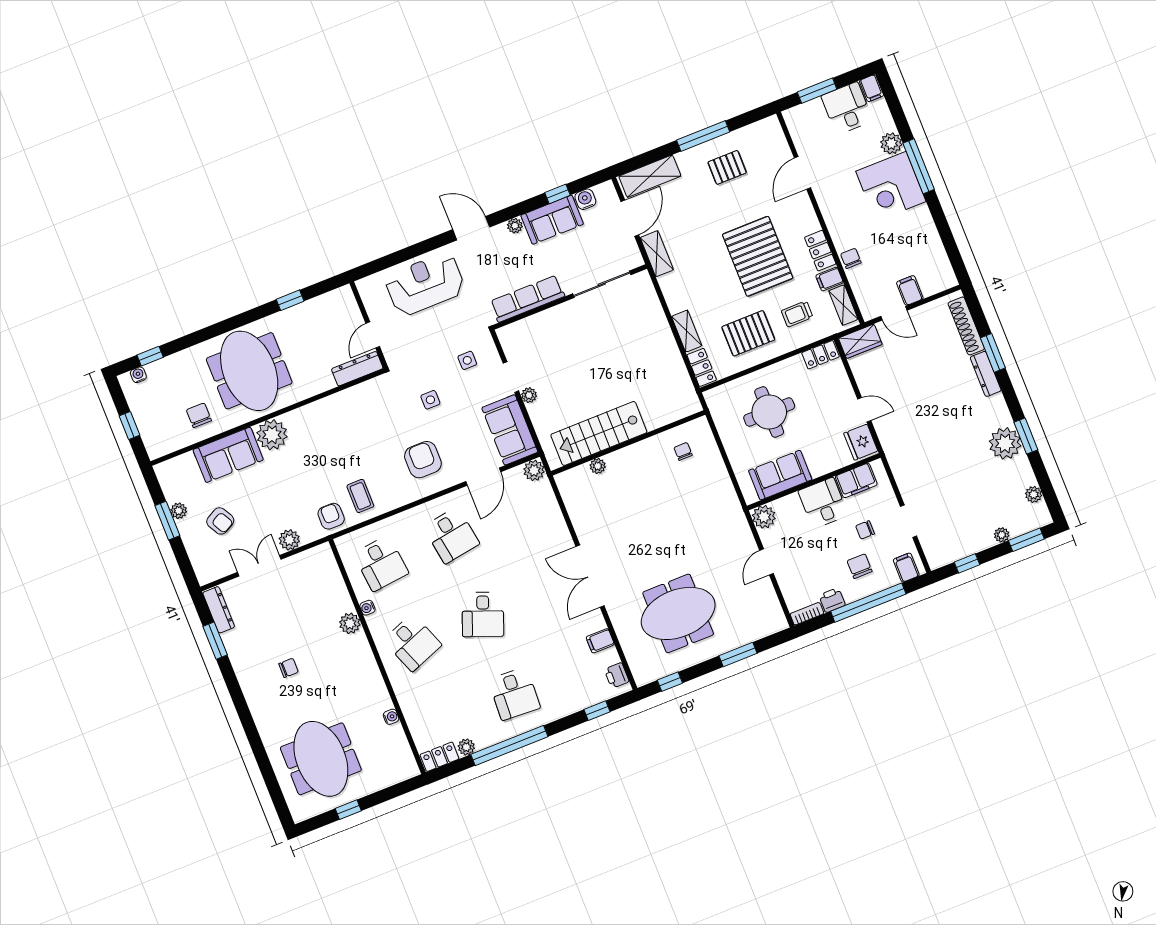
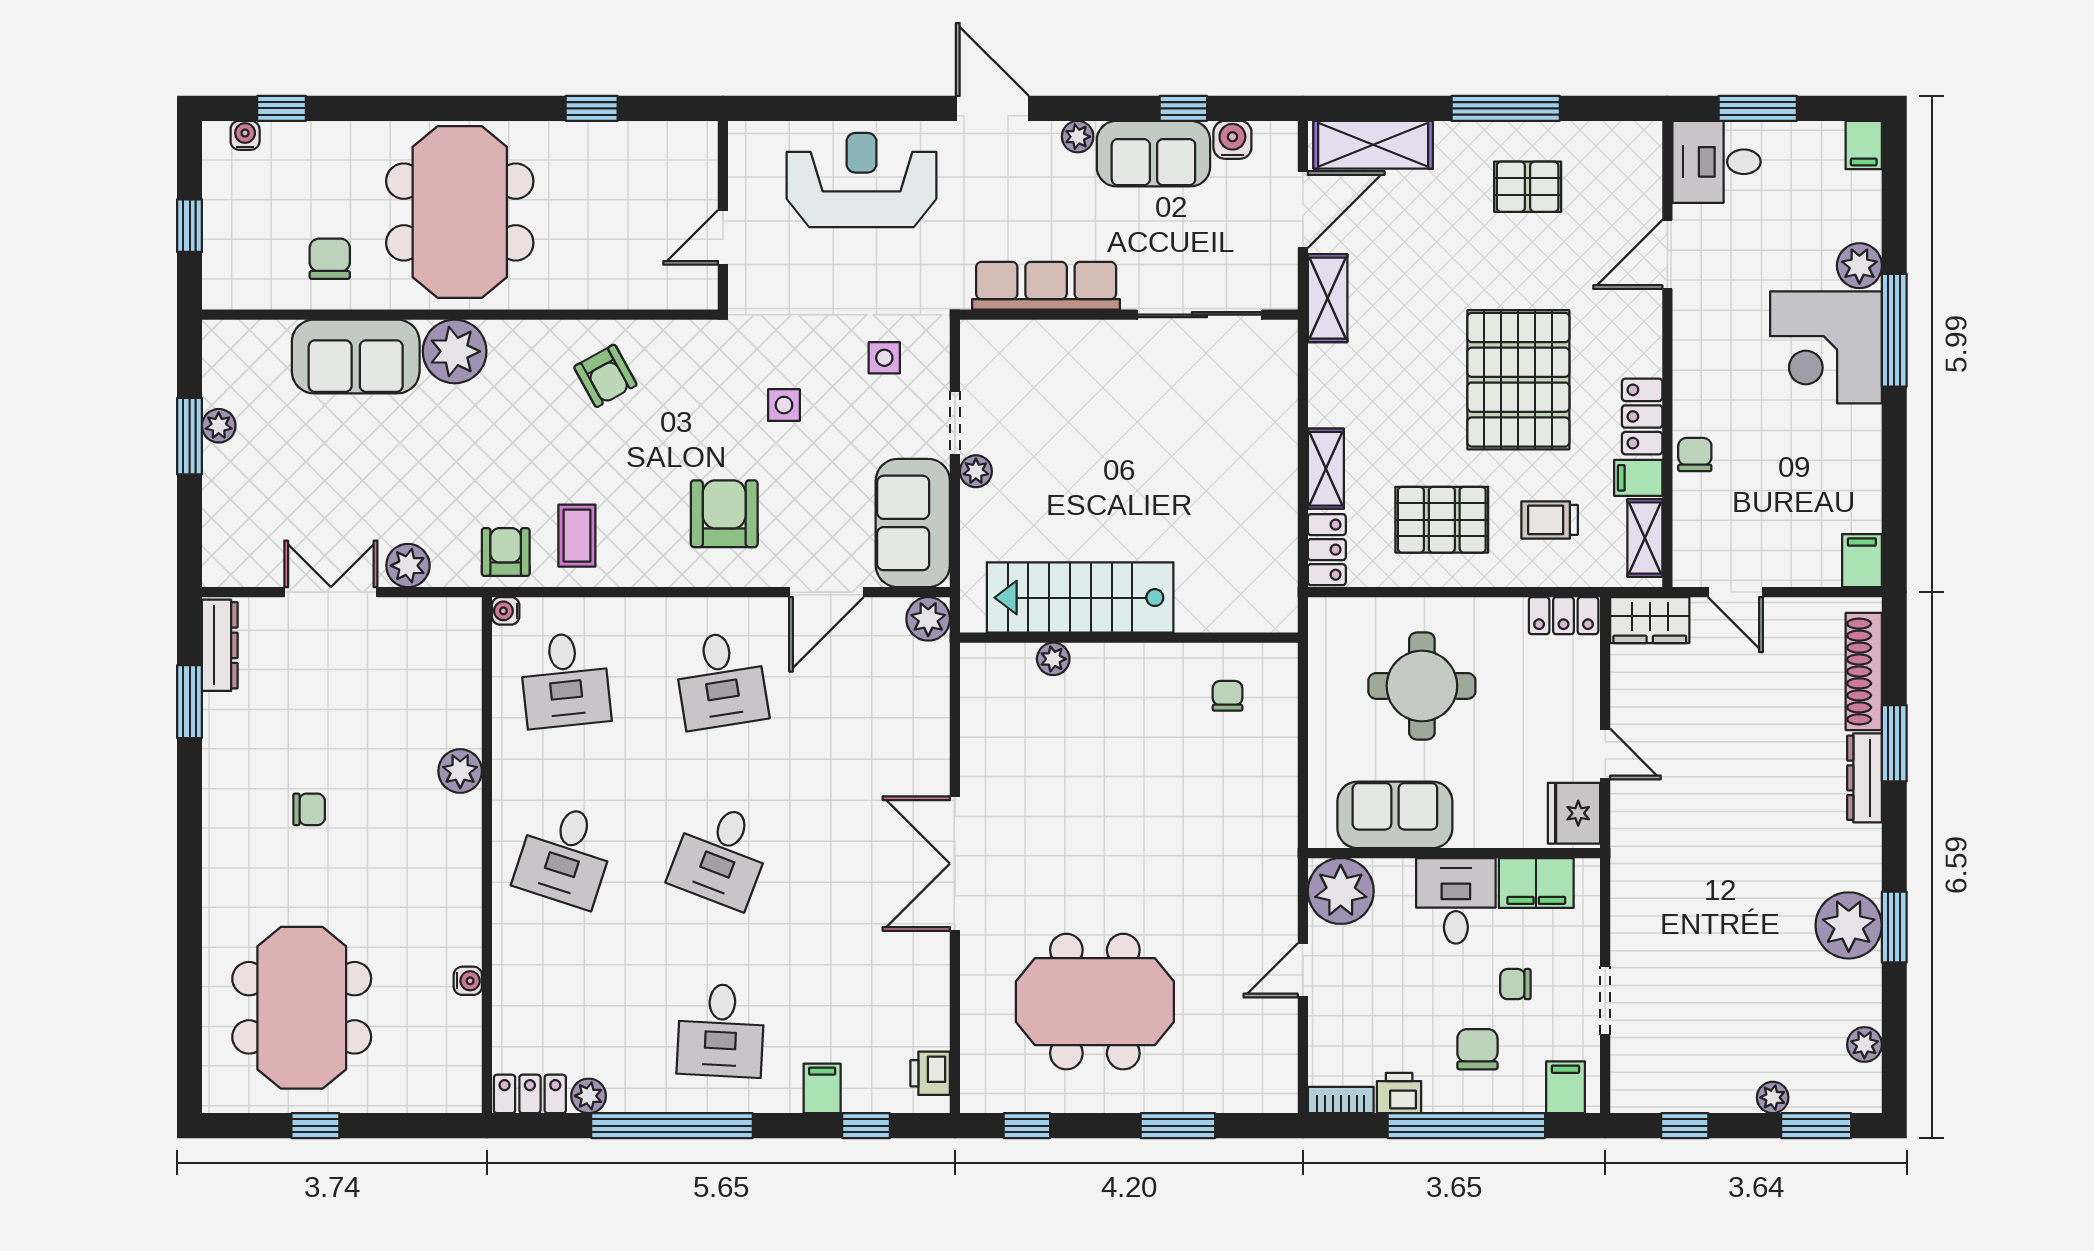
desk: (847, 108) -> (1716, 162), moved, turned -90
filing cabinet: (910, 290) -> (1862, 561), moved
dresser: (357, 369) -> (668, 290), removed
plant: (764, 517) -> (1341, 891), width x1.36, depth x1.36
armchair: (220, 521) -> (605, 376), moved
water cooler: (367, 608) -> (506, 611), moved
filing cabinet: (600, 641) -> (822, 1088), moved, turned 90
desk: (412, 643) -> (565, 855), turned 39

